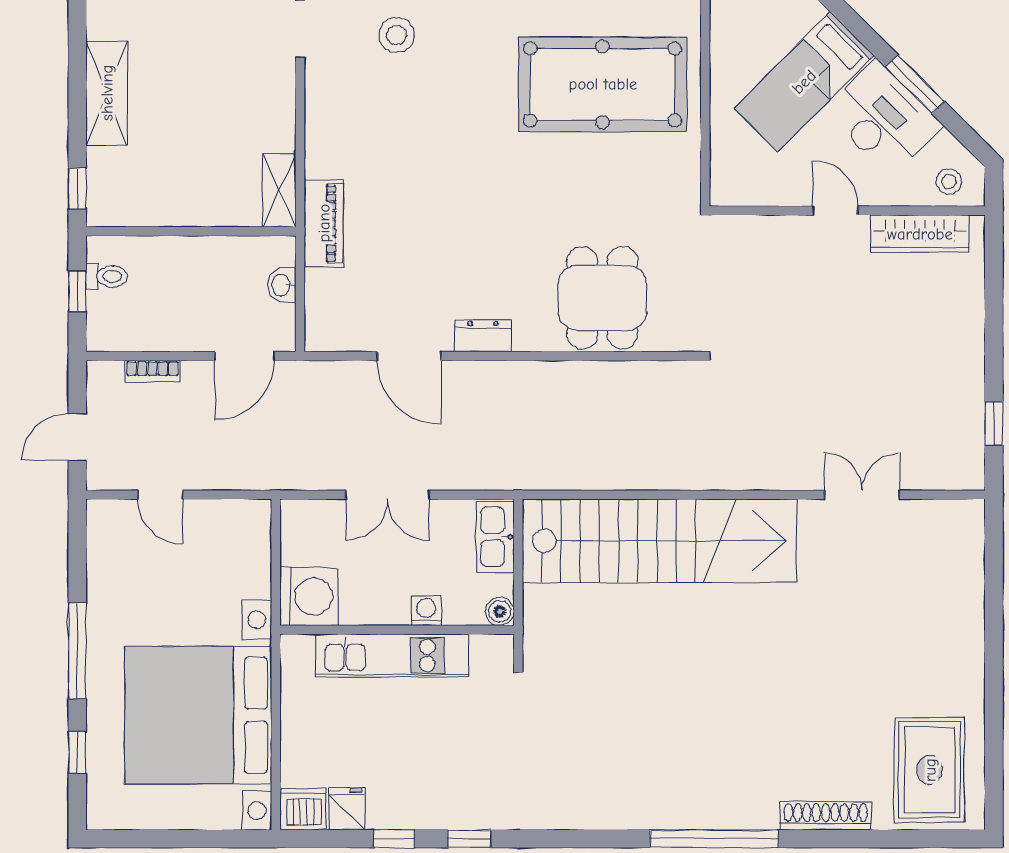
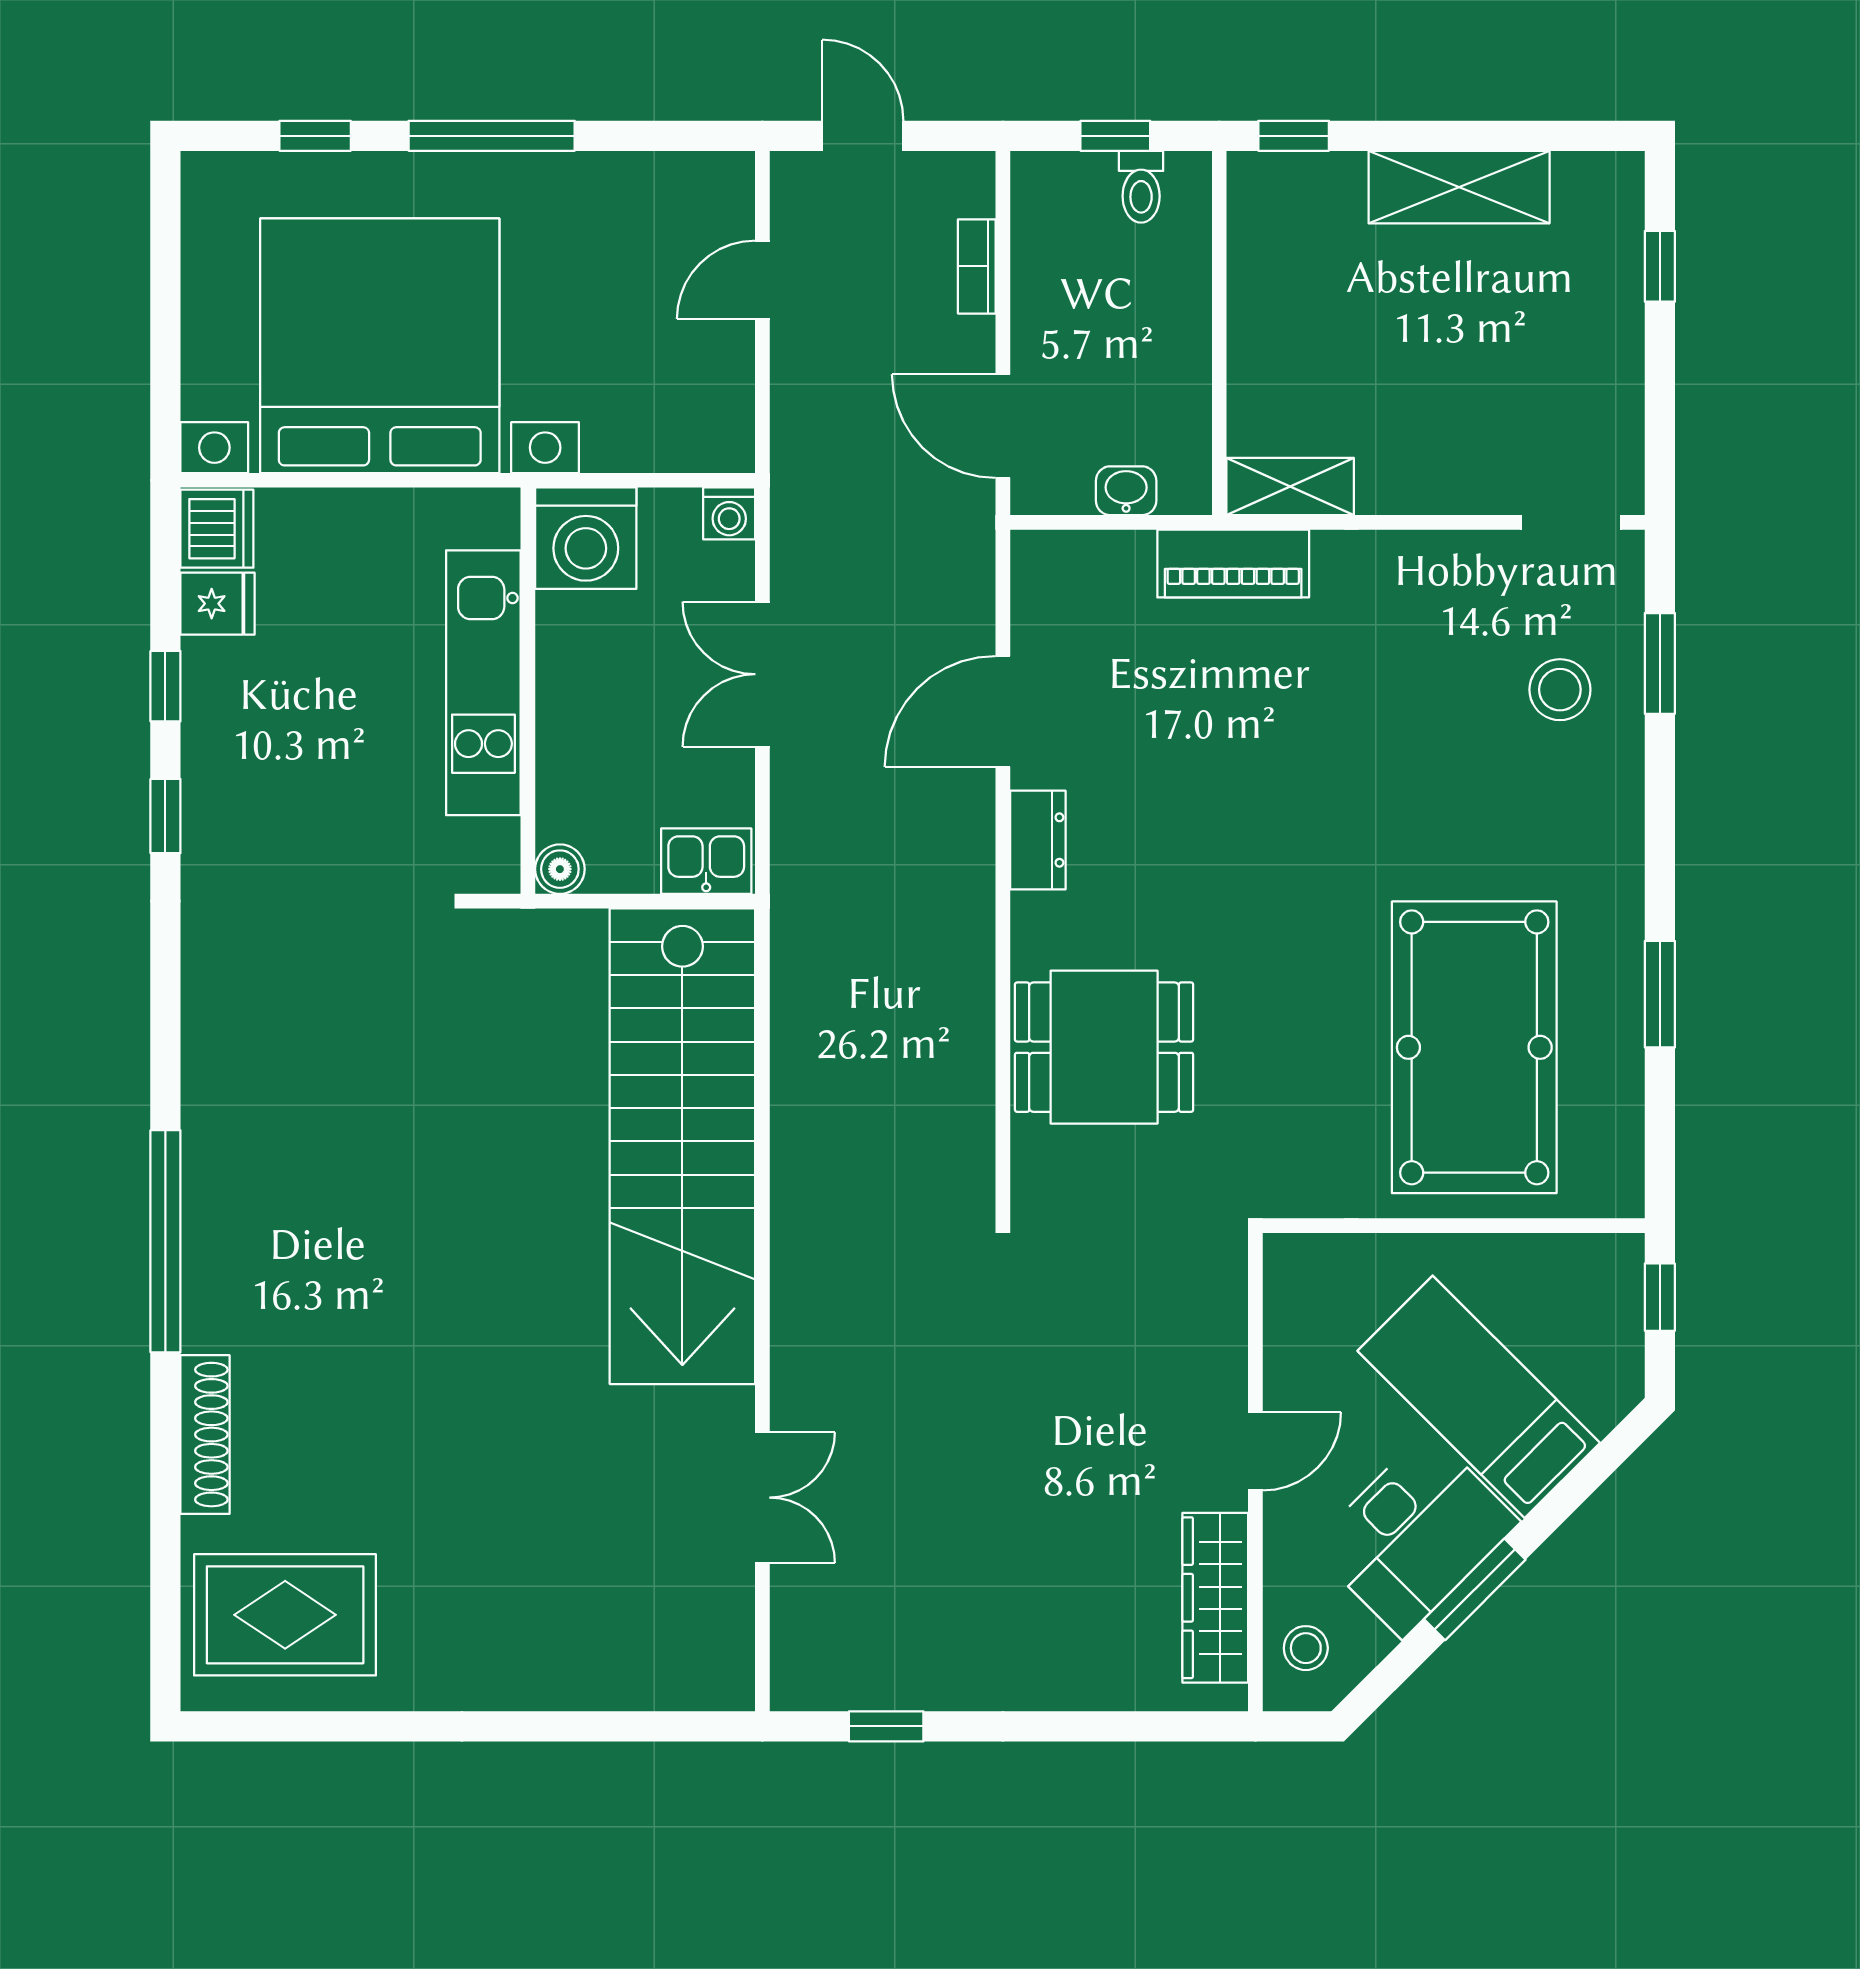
kitchen sink: (495, 537) -> (706, 861), width x0.73
washing machine: (426, 611) -> (729, 513), moved, turned 90

